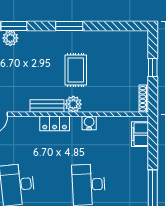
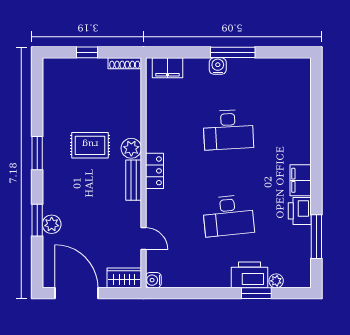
water cooler: (89, 123) -> (218, 66), moved, turned 90

